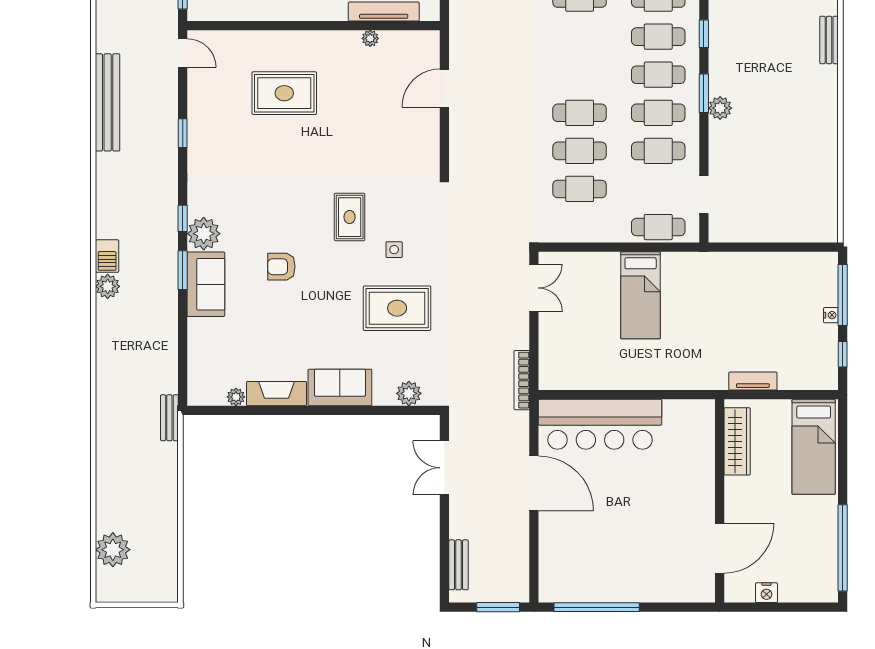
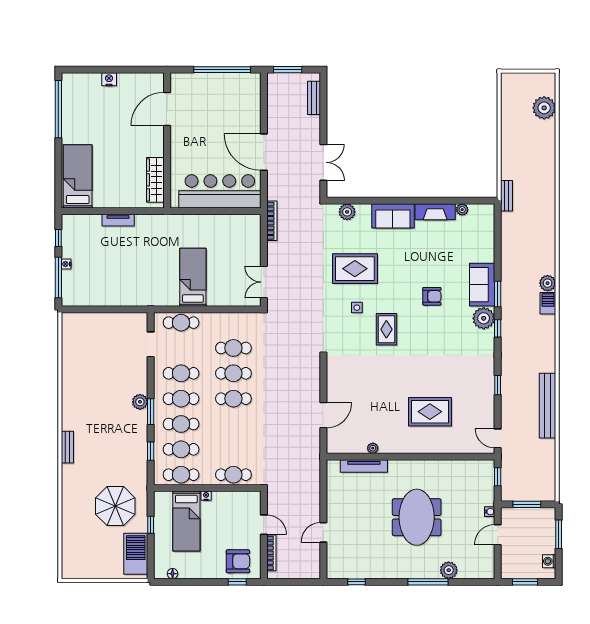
wardrobe: (737, 441) -> (155, 180), moved
wall: (720, 501) -> (167, 140), moved
door: (720, 548) -> (167, 109), moved

